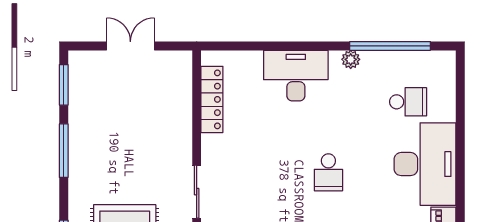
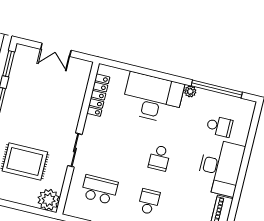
double door: (130, 46) -> (56, 50), swing flipped
desk: (296, 76) -> (153, 98), width x1.36, depth x1.30

